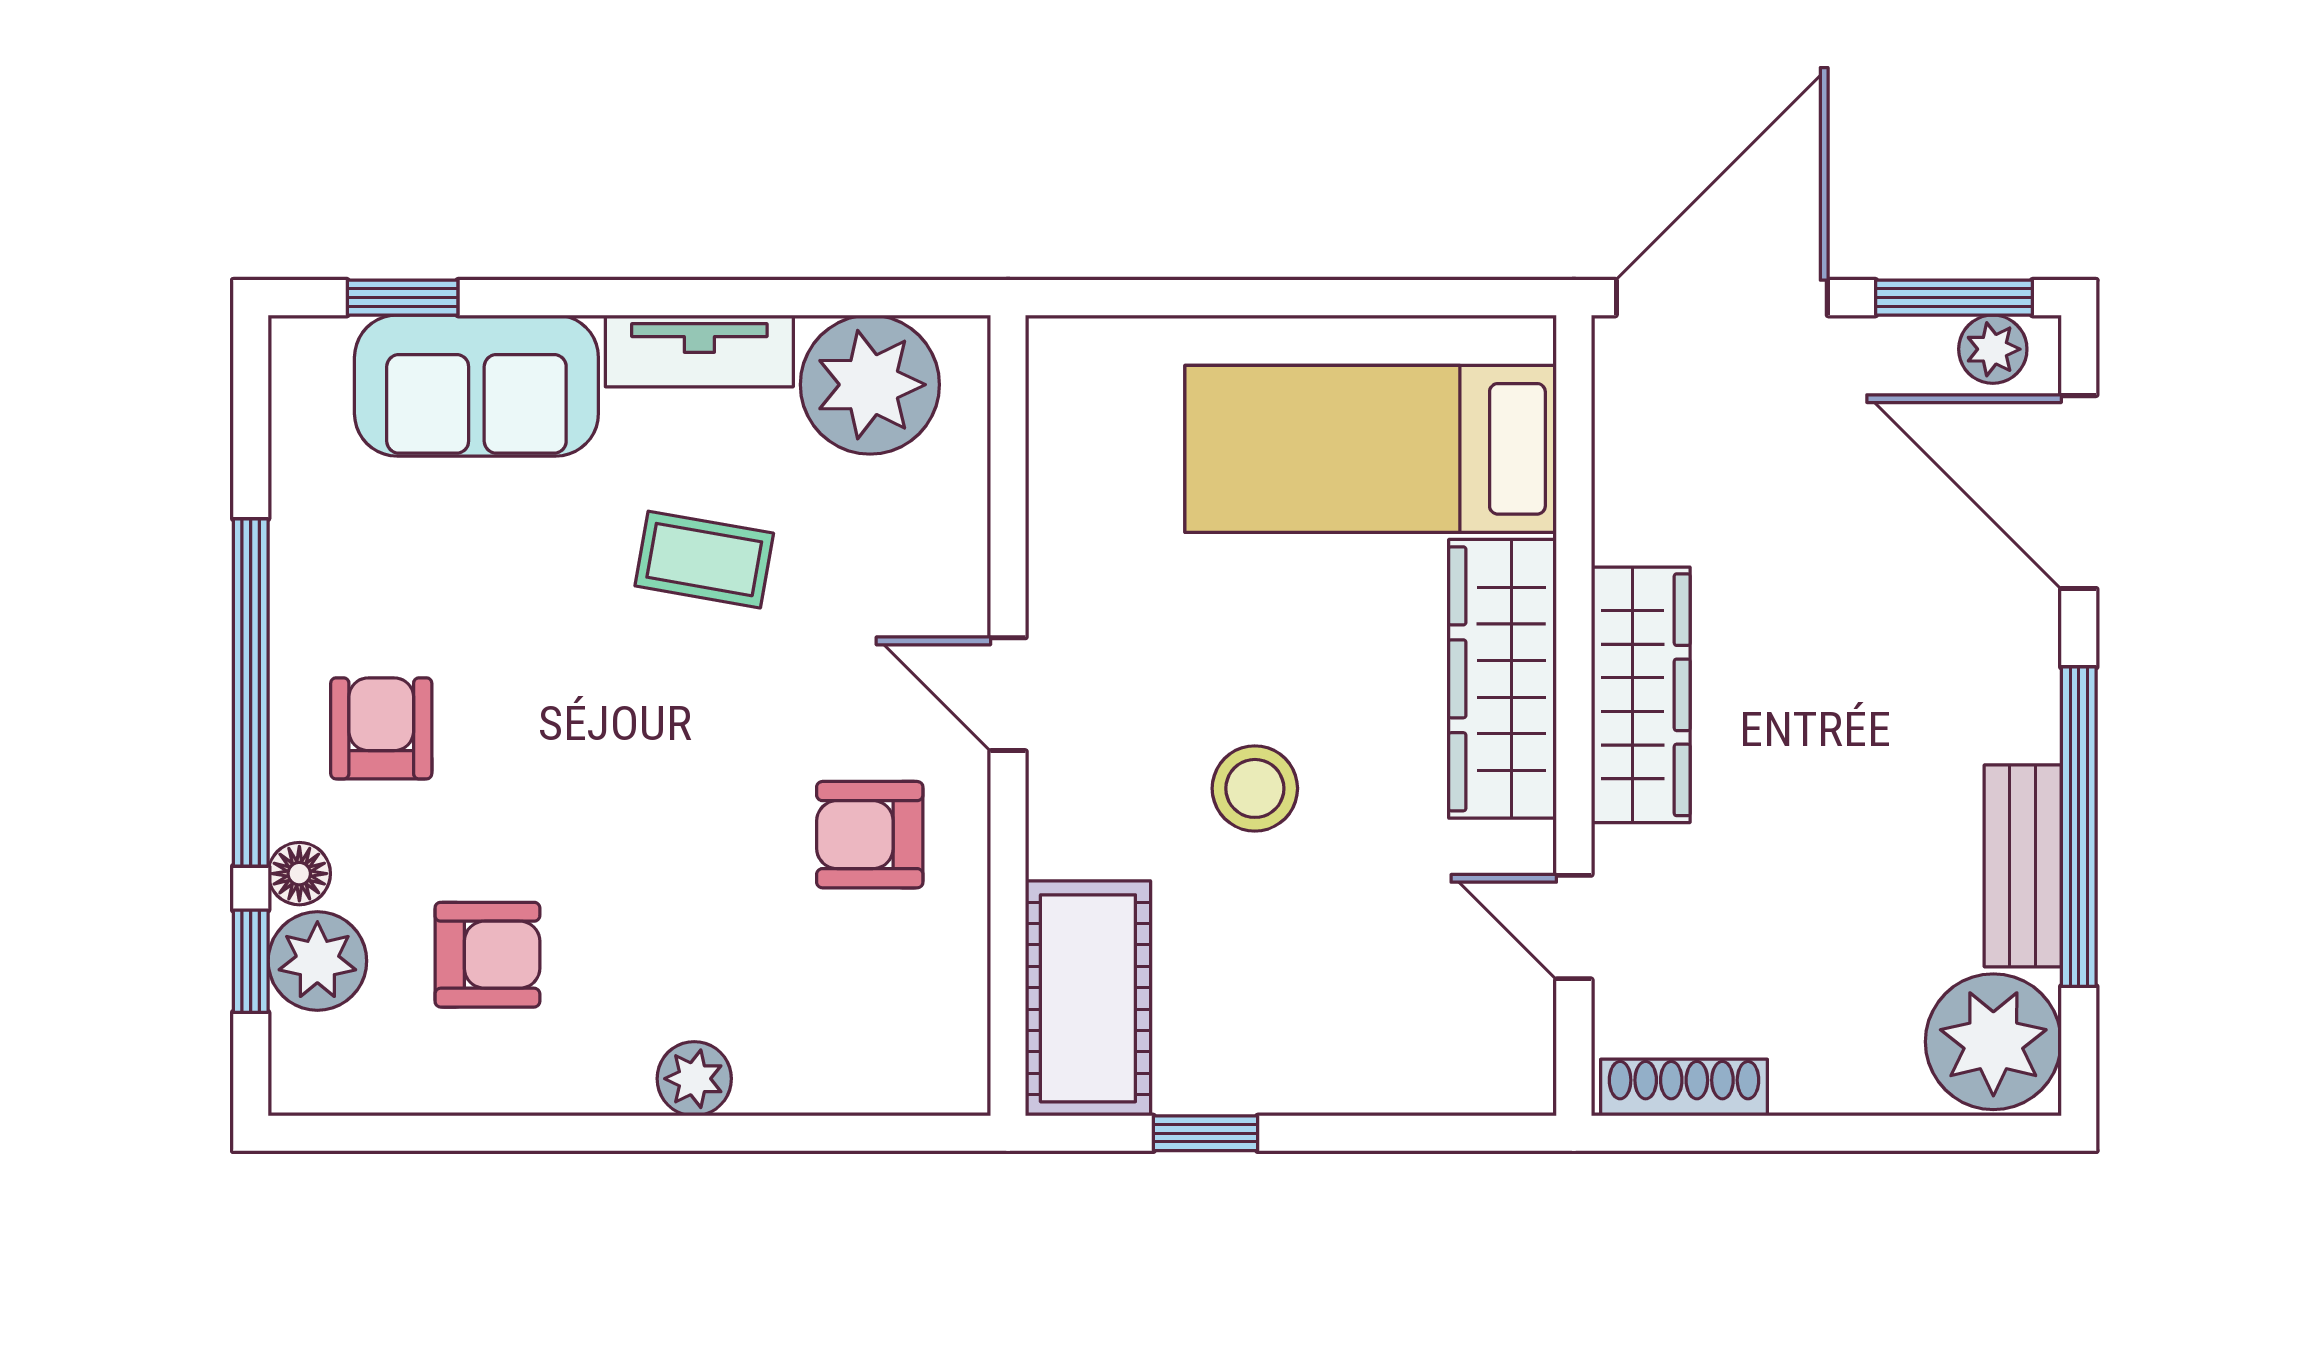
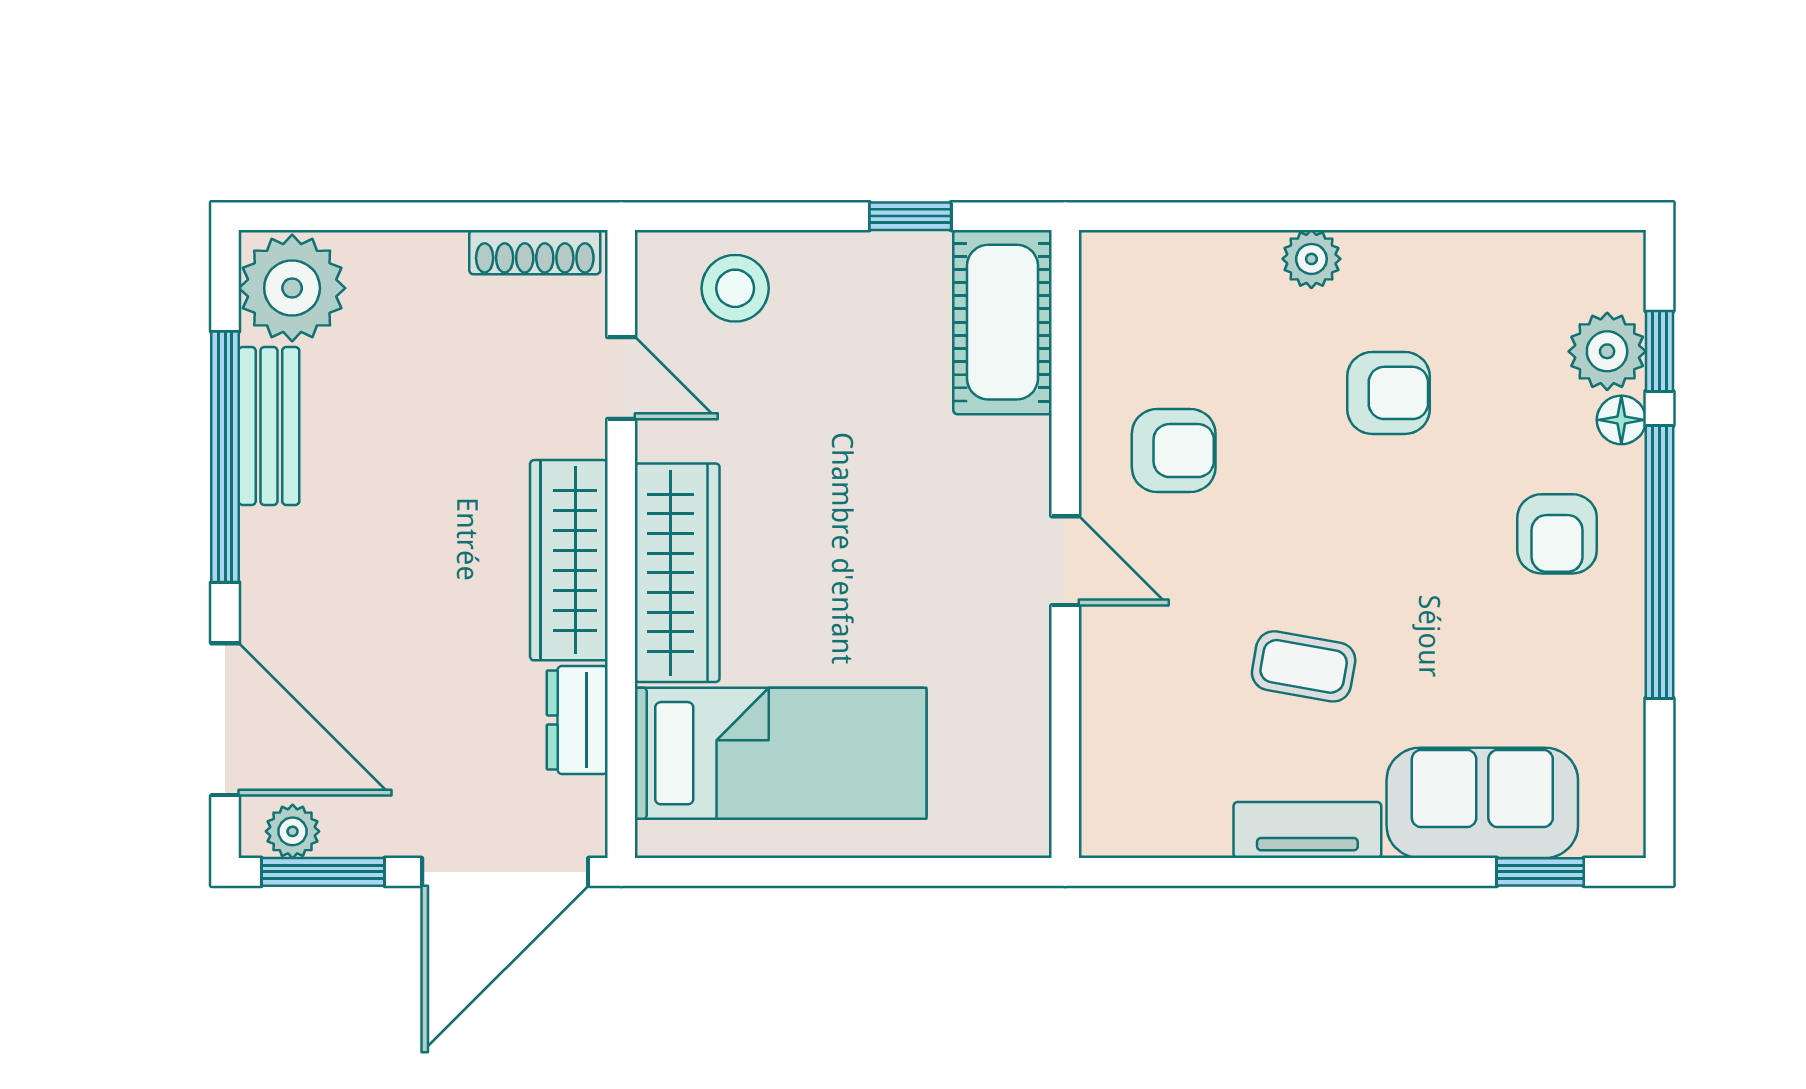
plant: (870, 385) -> (1174, 804), removed
dresser: (1630, 491) -> (577, 720), added
stool: (1255, 788) -> (735, 288), moved
armchair: (487, 955) -> (1389, 393), moved, turned 180

